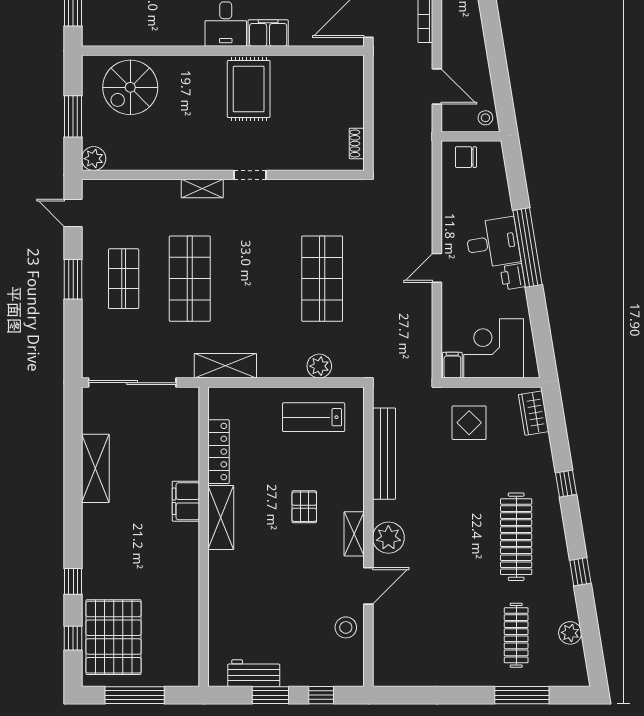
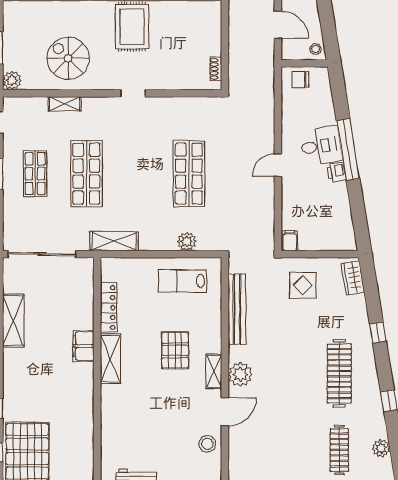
spiral stairs: (130, 87) -> (68, 58), moved, turned 90
shelving: (202, 189) -> (65, 104), moved
corner desk: (494, 348) -> (322, 228), removed
pallet: (304, 507) -> (175, 350), width x1.50, depth x1.42

